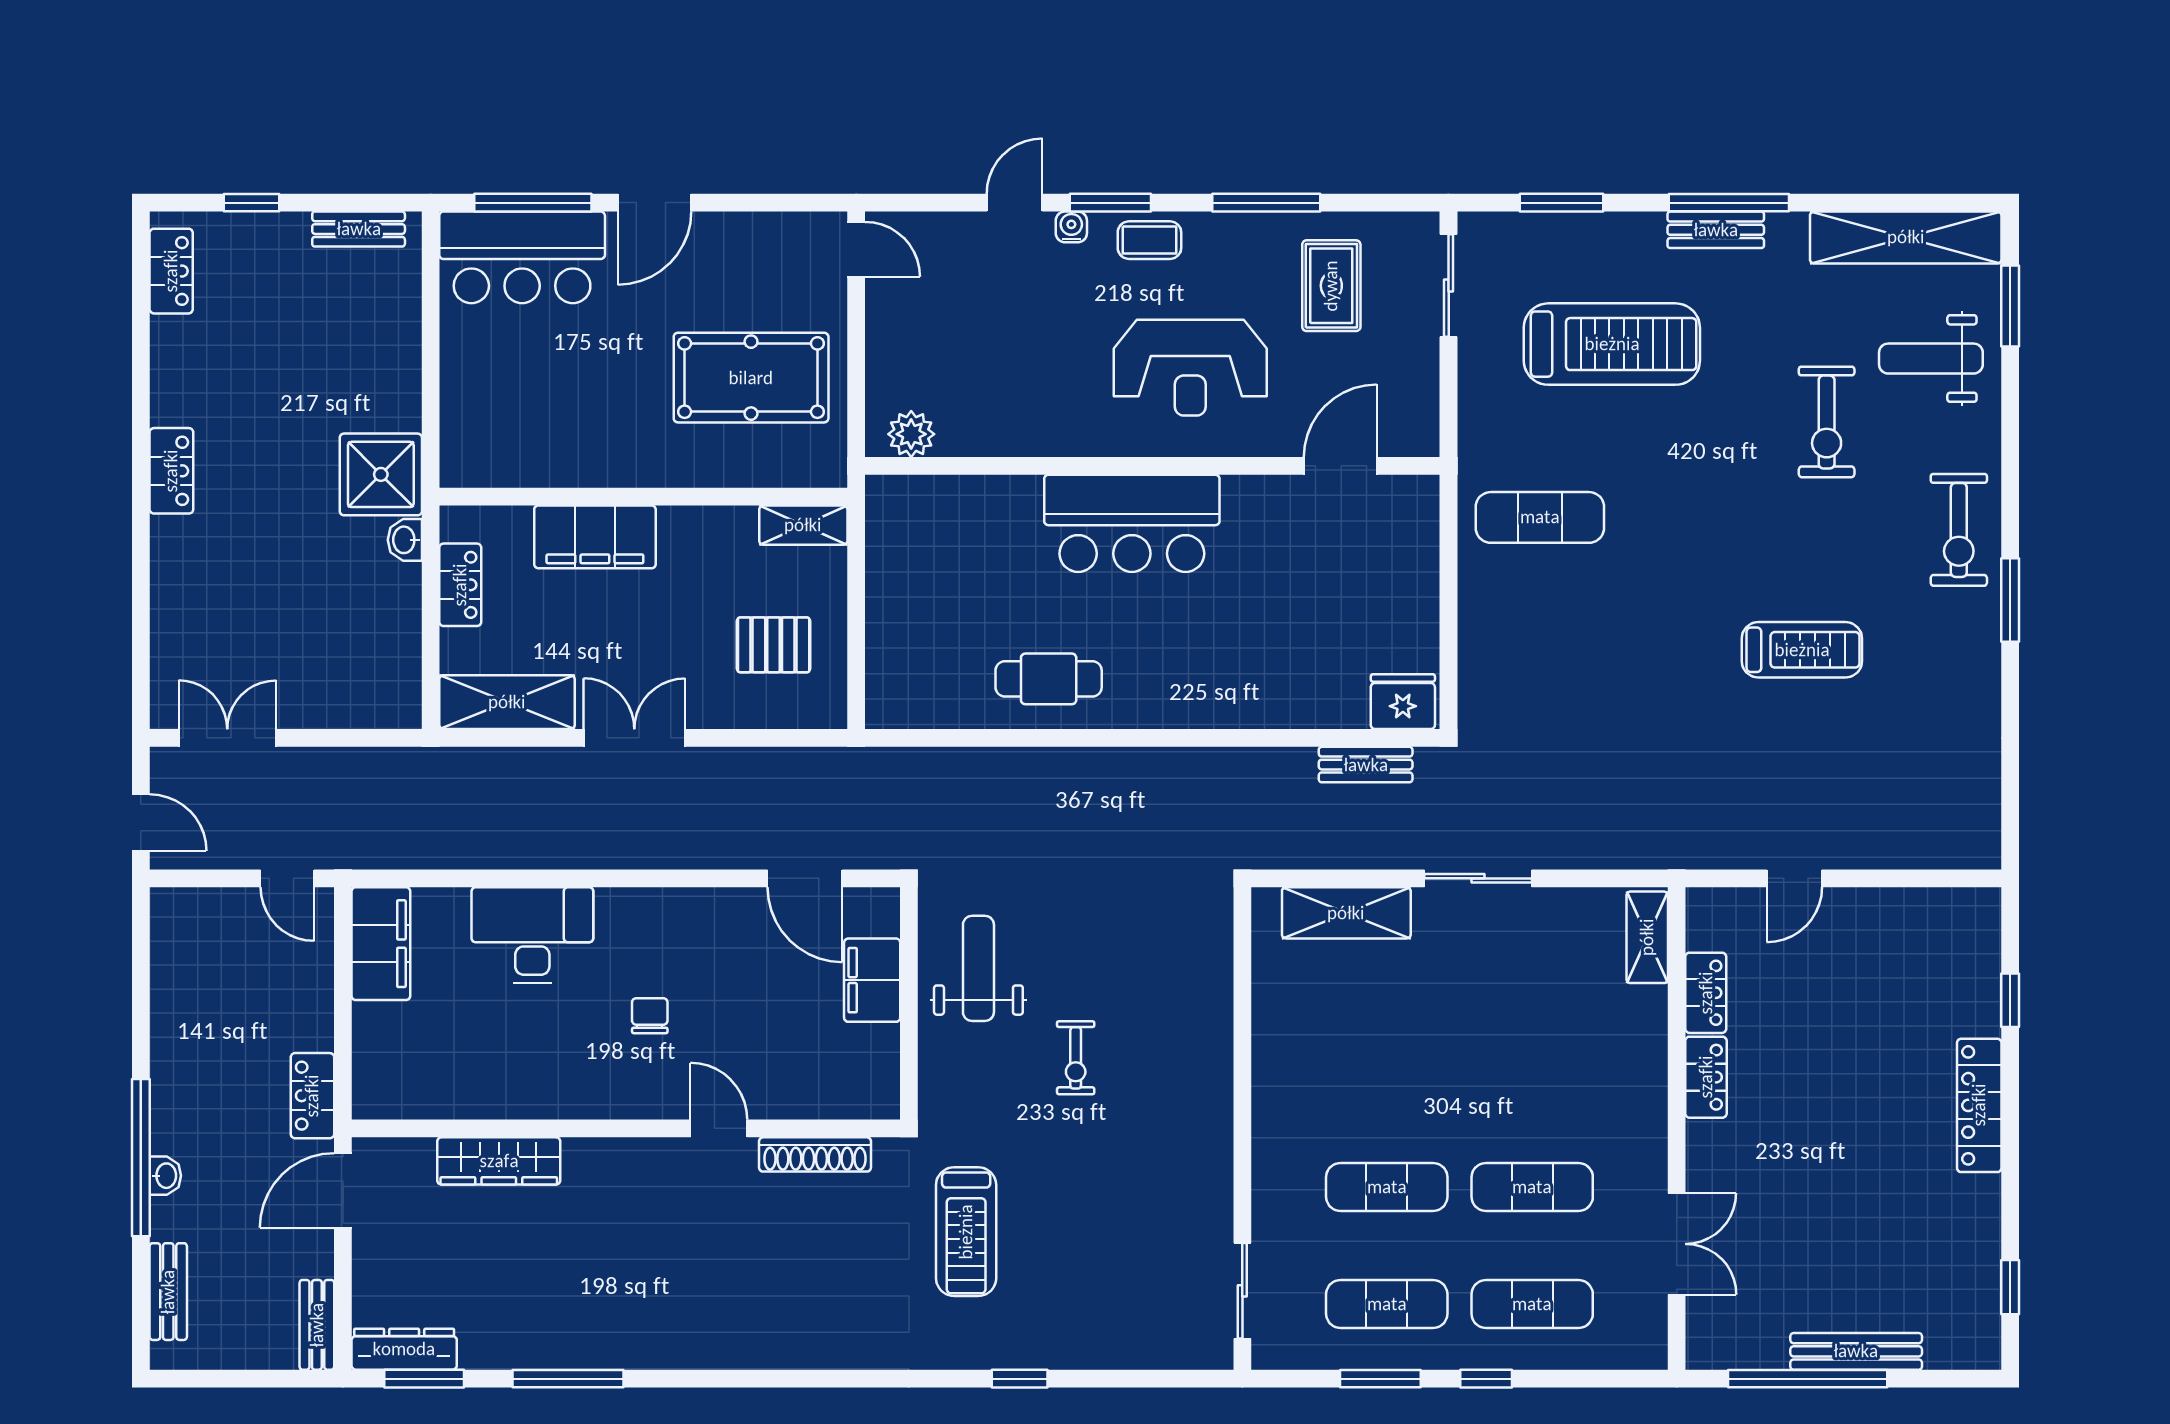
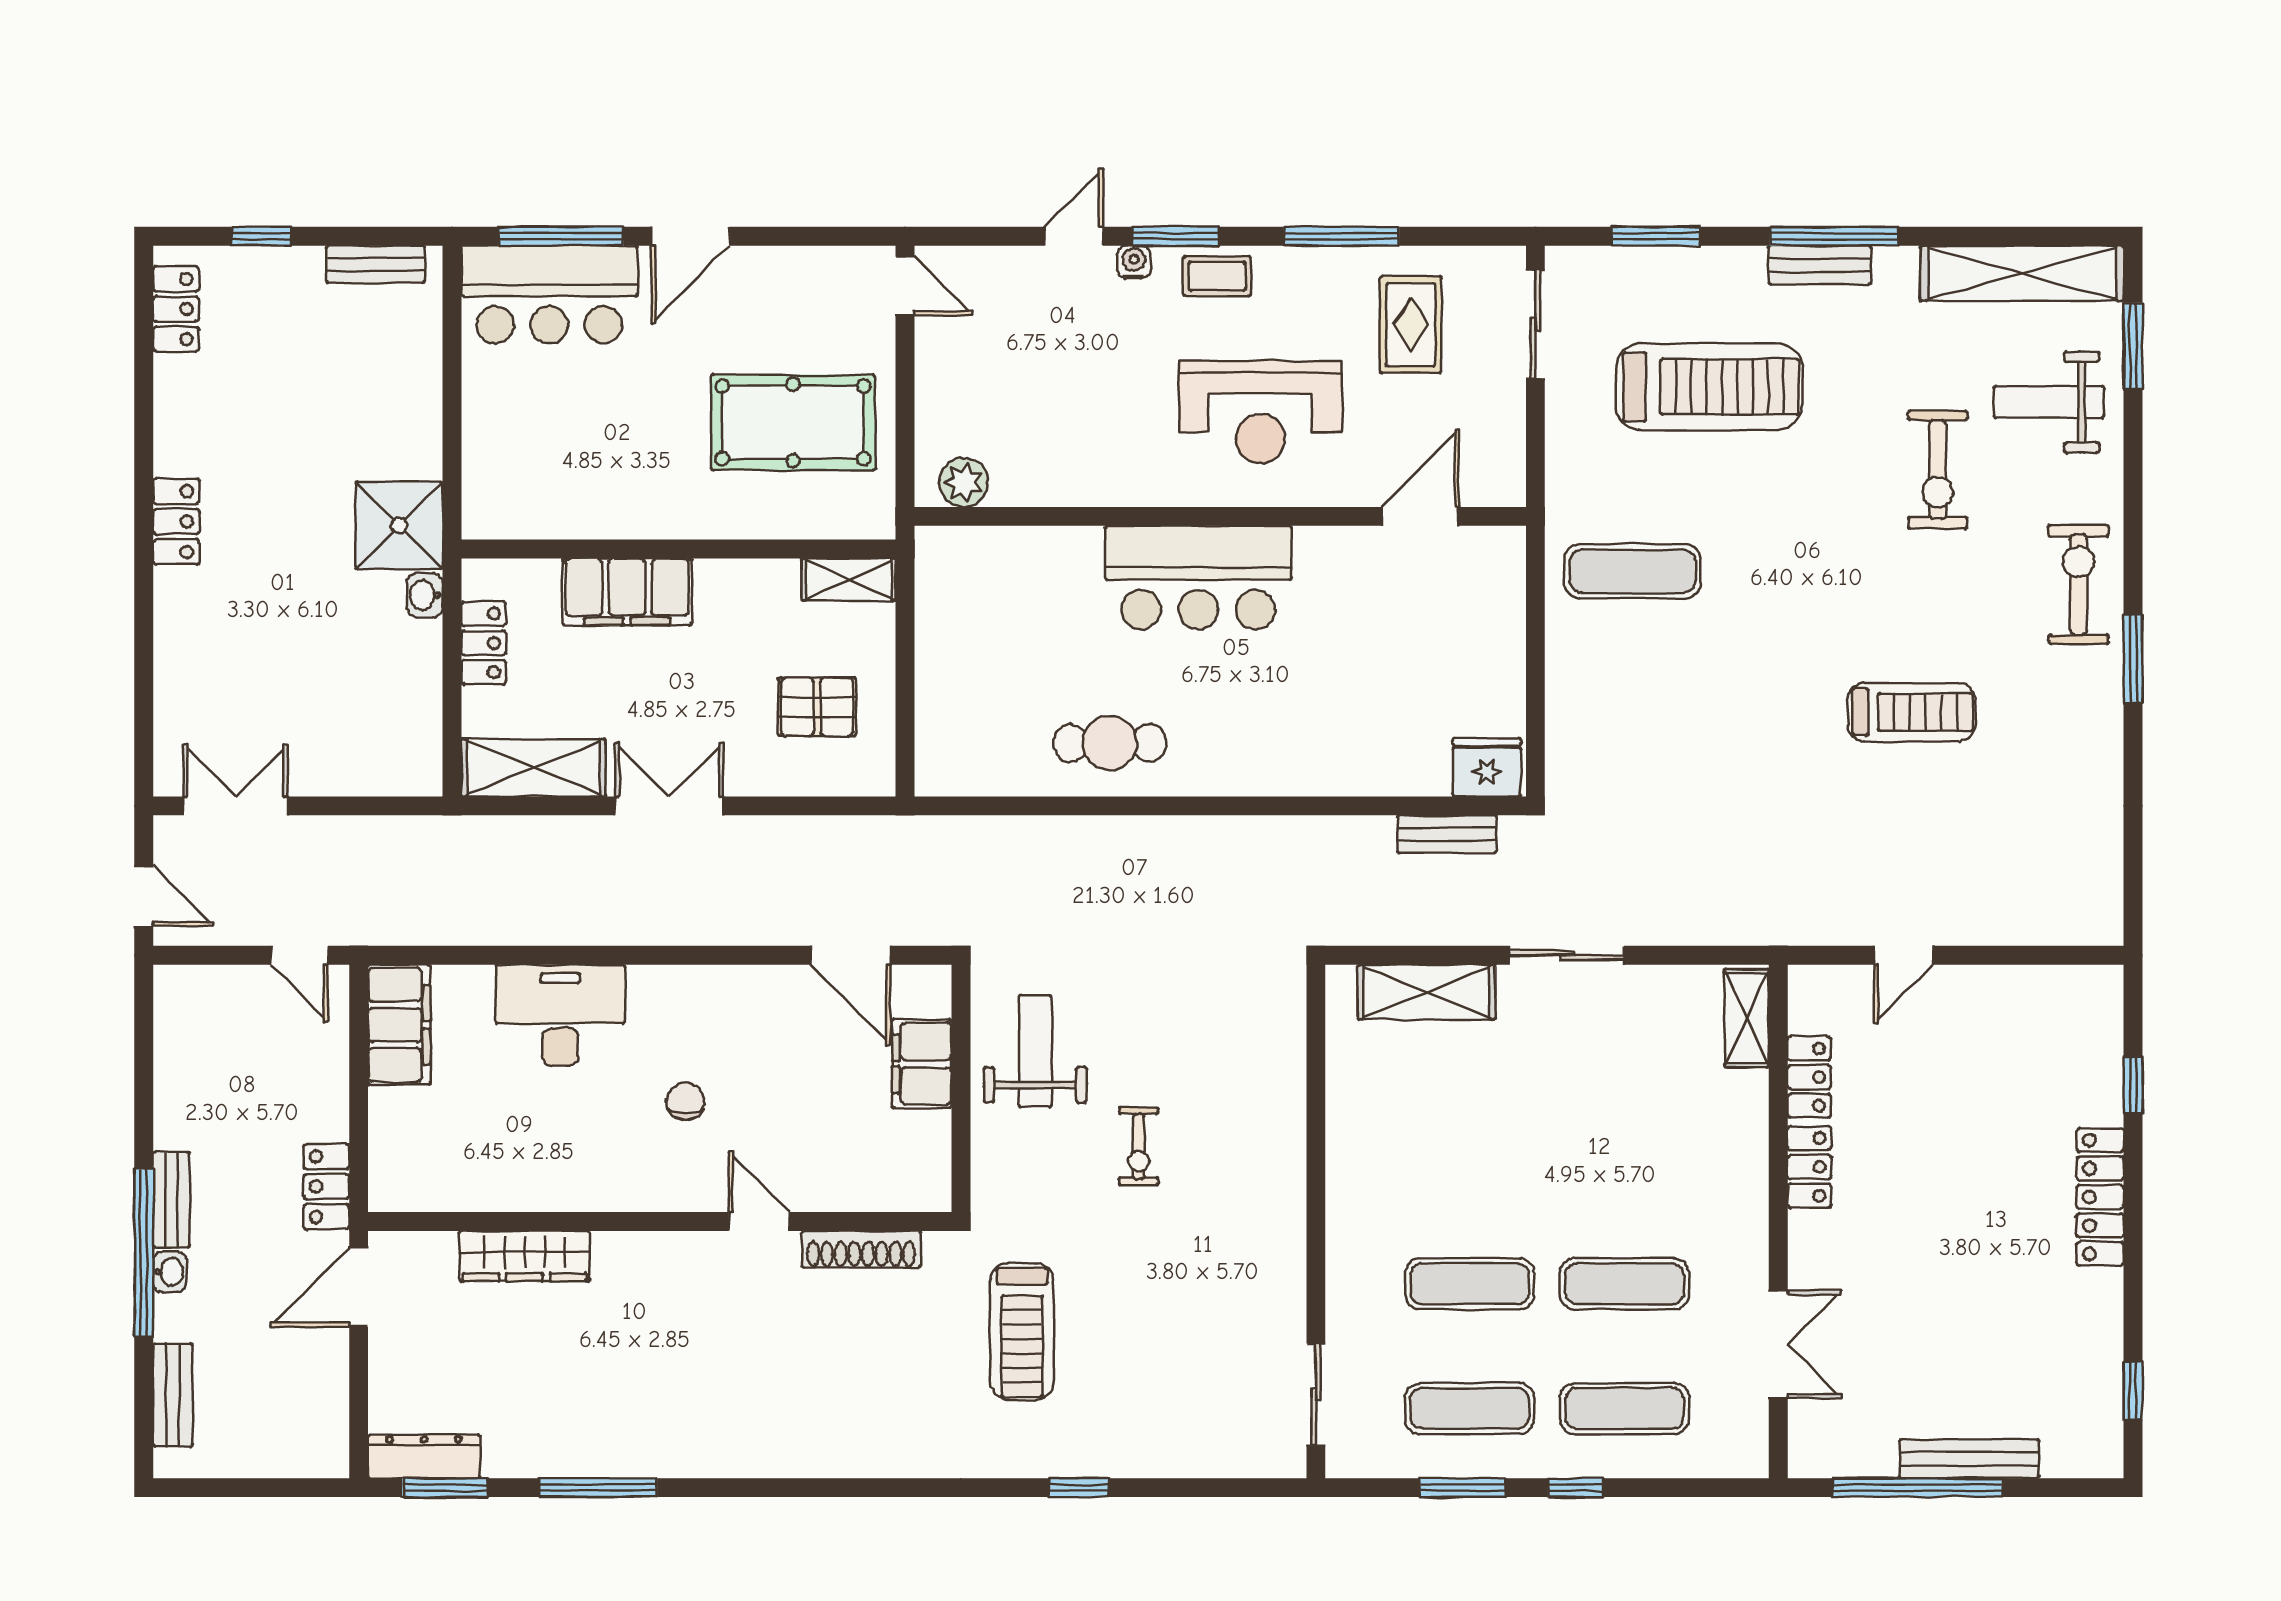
exercise bike: (1959, 530) -> (2078, 585), turned 180
bench: (317, 1325) -> (171, 1200), moved

